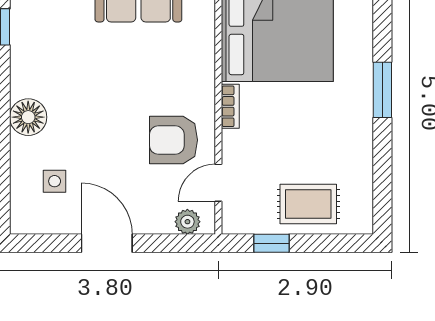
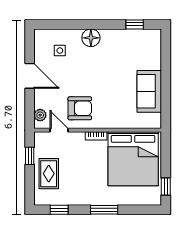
armchair: (174, 140) -> (80, 108), turned 90
window: (382, 182) -> (59, 210), added
door: (107, 243) -> (30, 76), hinge flipped

